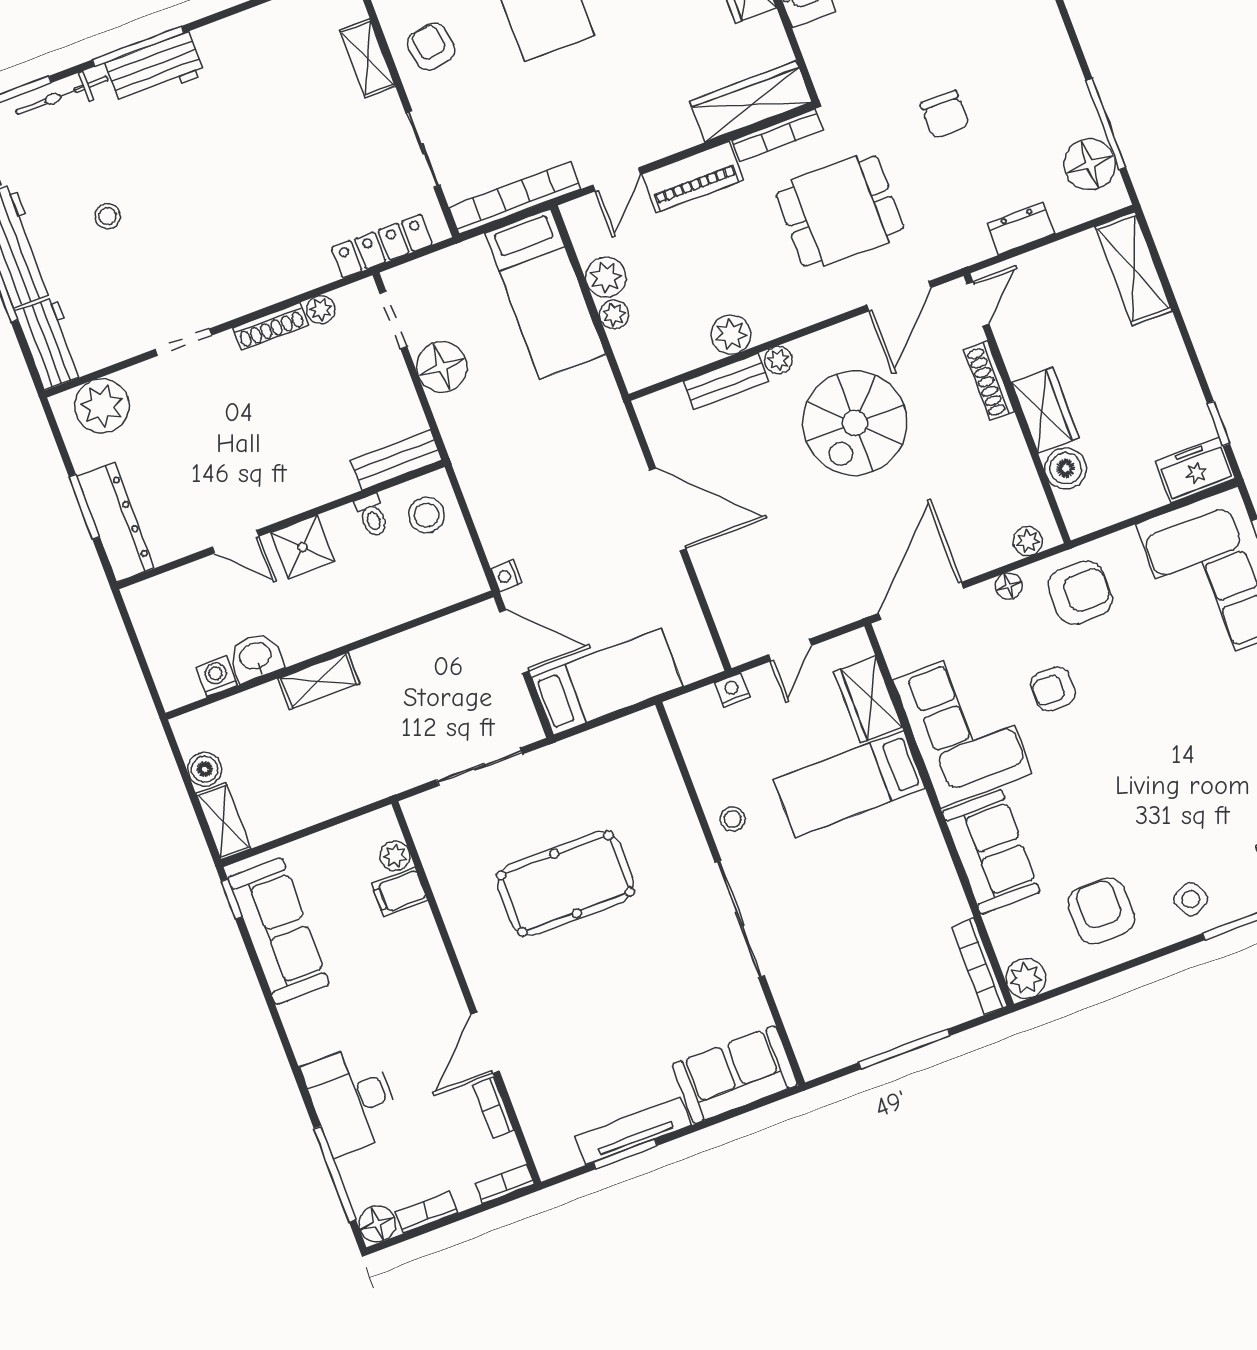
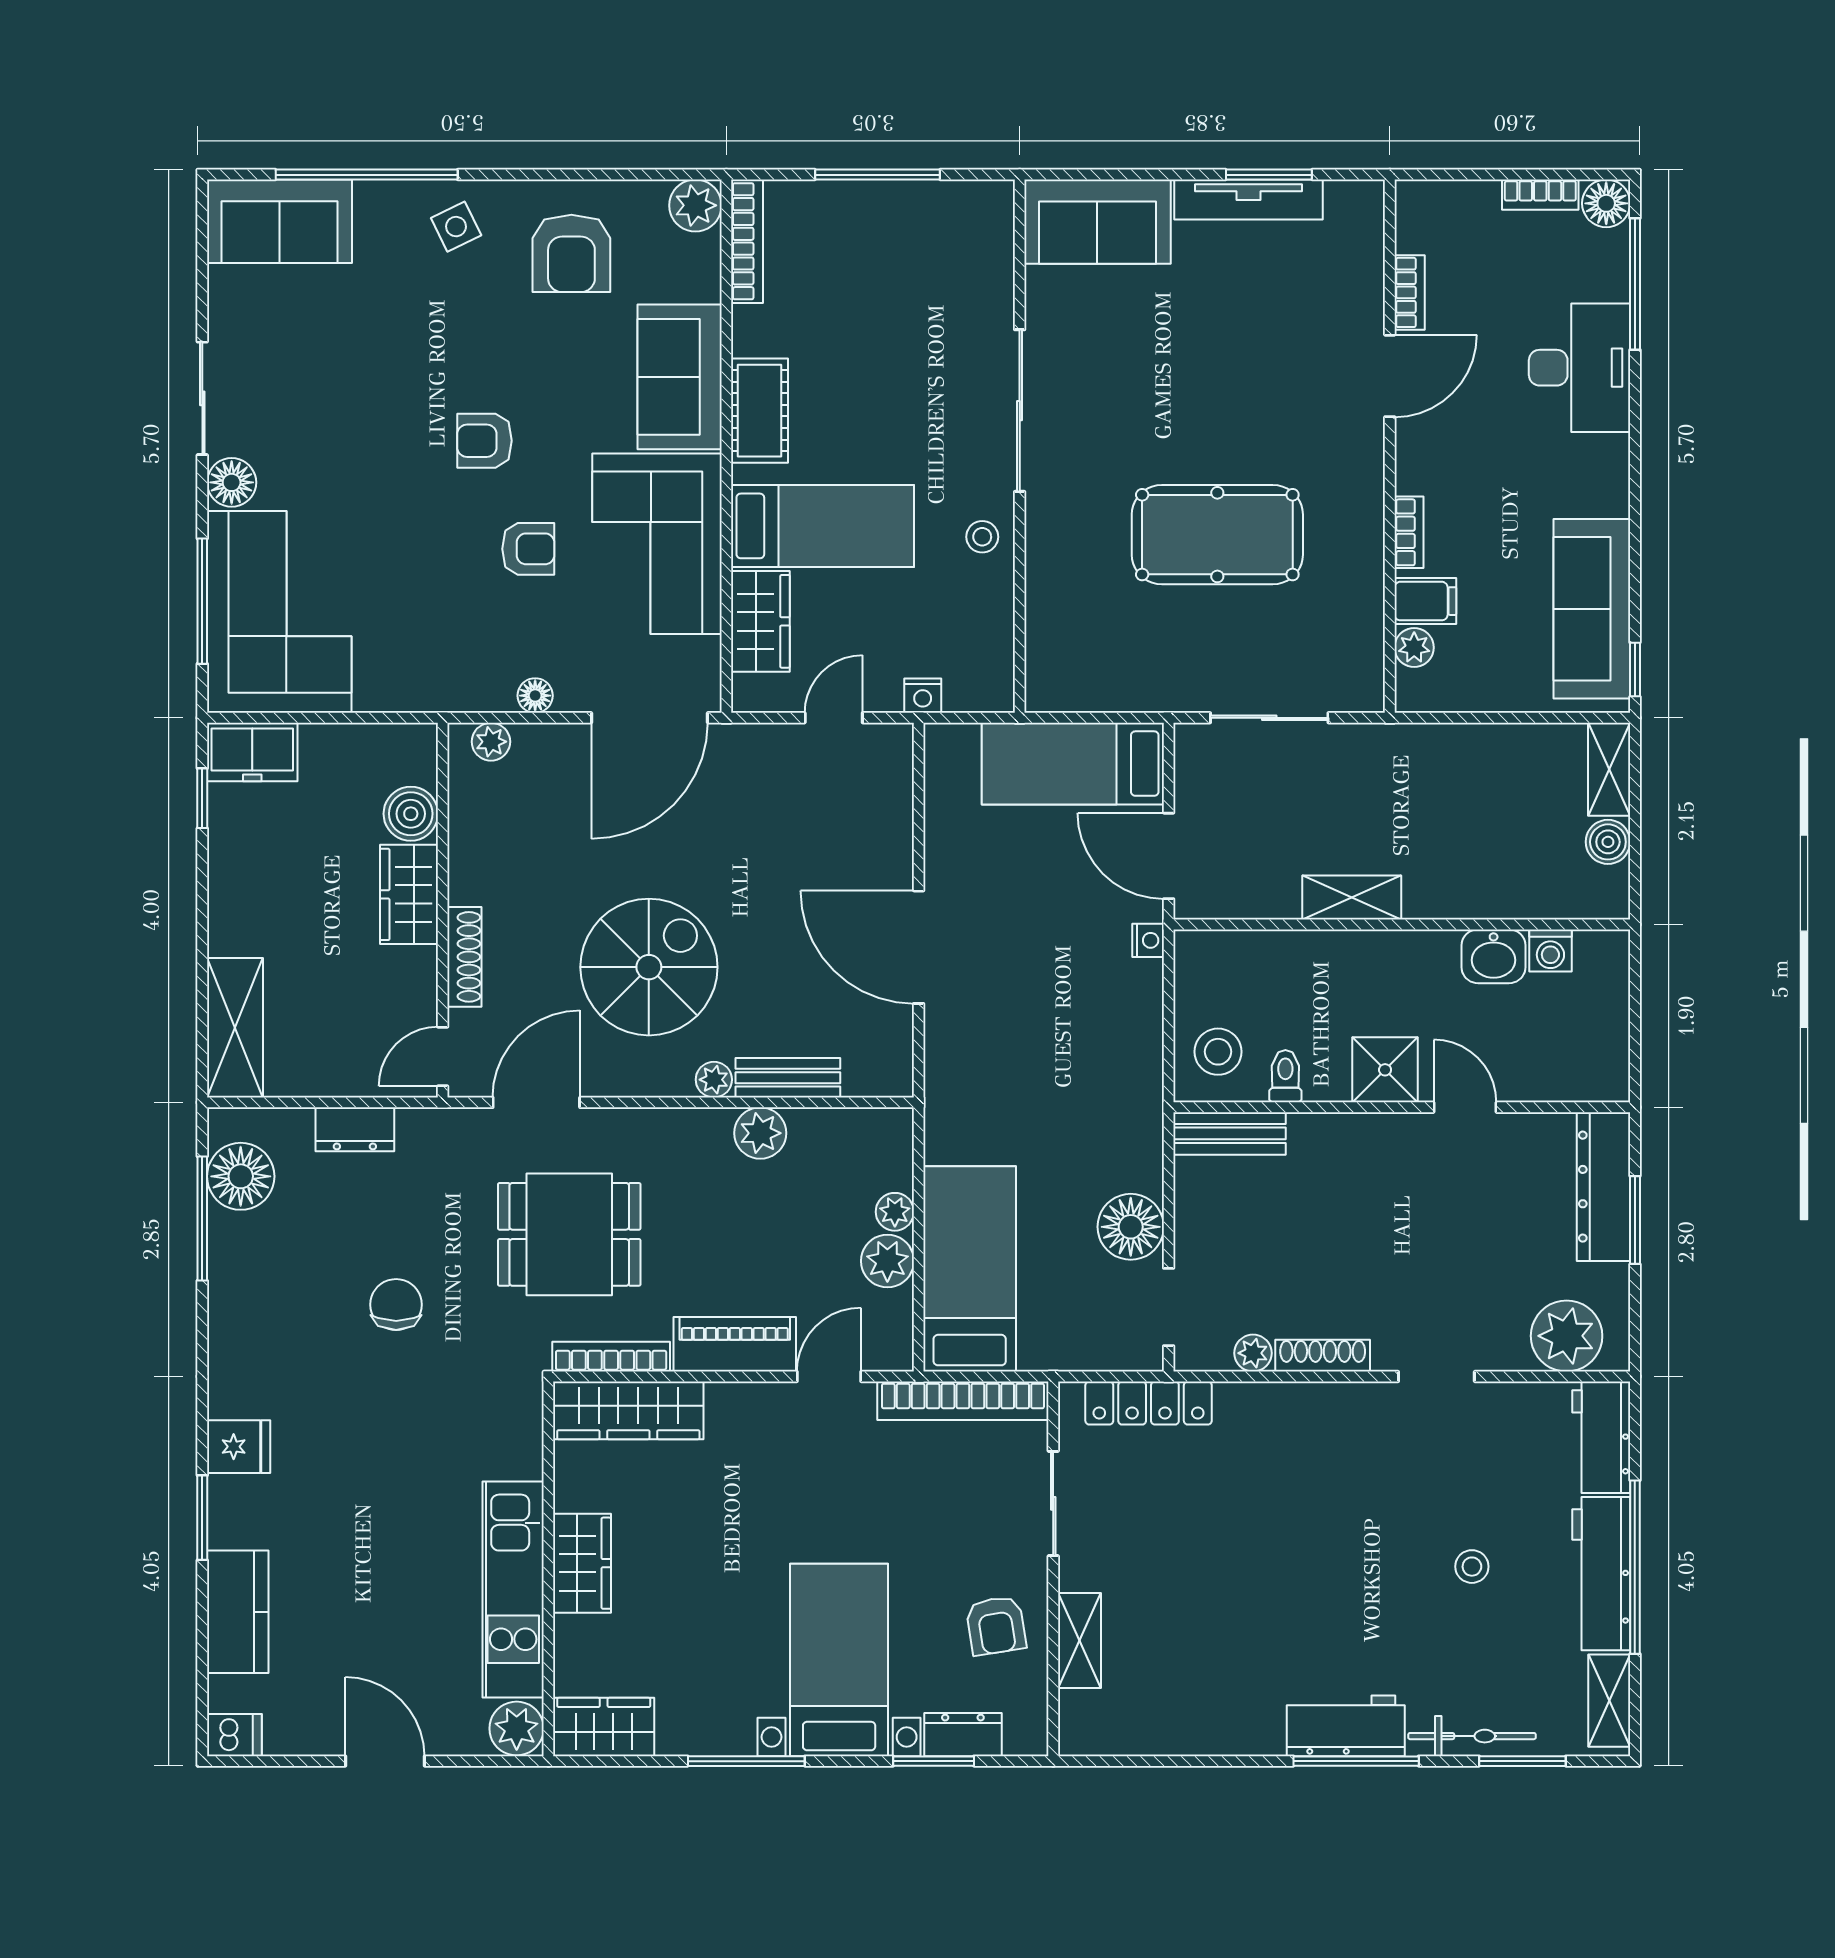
armchair: (1080, 593) -> (484, 441), moved, width x0.72, depth x0.72
shelving: (319, 681) -> (1352, 898), moved
cot: (925, 849) -> (759, 411), added
bookcase: (505, 1184) -> (1409, 532), moved, turned -90

